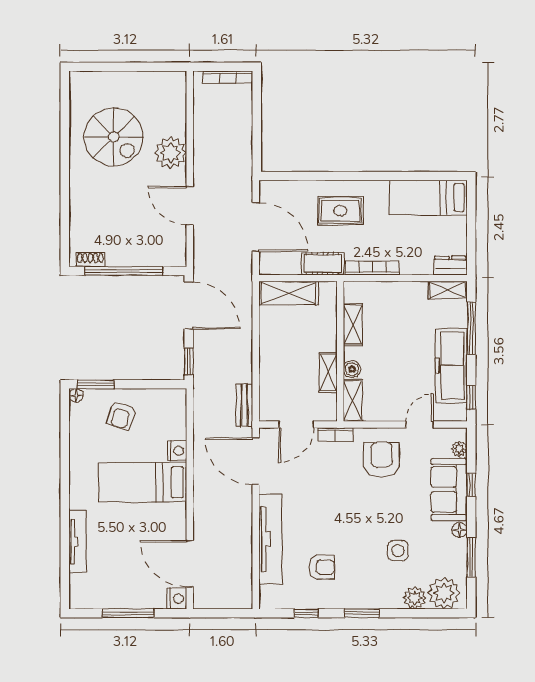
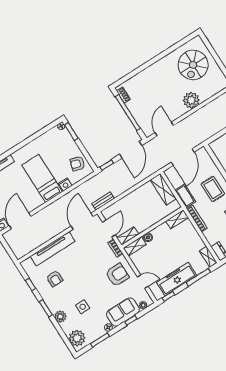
spiral stairs: (114, 137) -> (193, 65), moved
door: (190, 206) -> (164, 129), moved
shelving: (353, 324) -> (177, 219), moved
shelving: (328, 373) -> (128, 236), moved
armchair: (121, 415) -> (77, 164), moved
door: (296, 425) -> (109, 229), swing flipped
plant: (415, 598) -> (60, 317), moved

